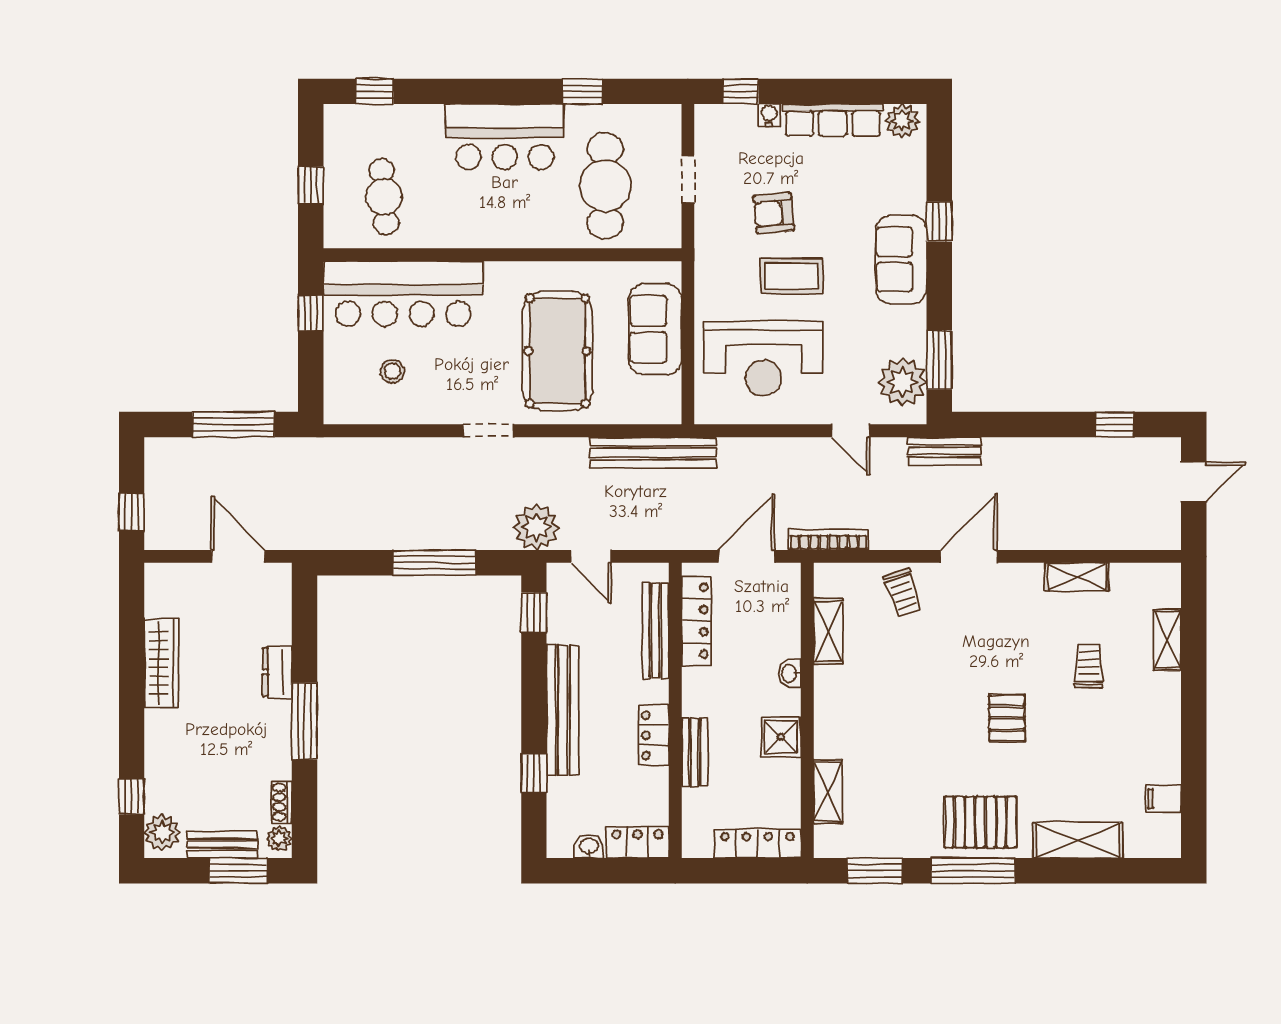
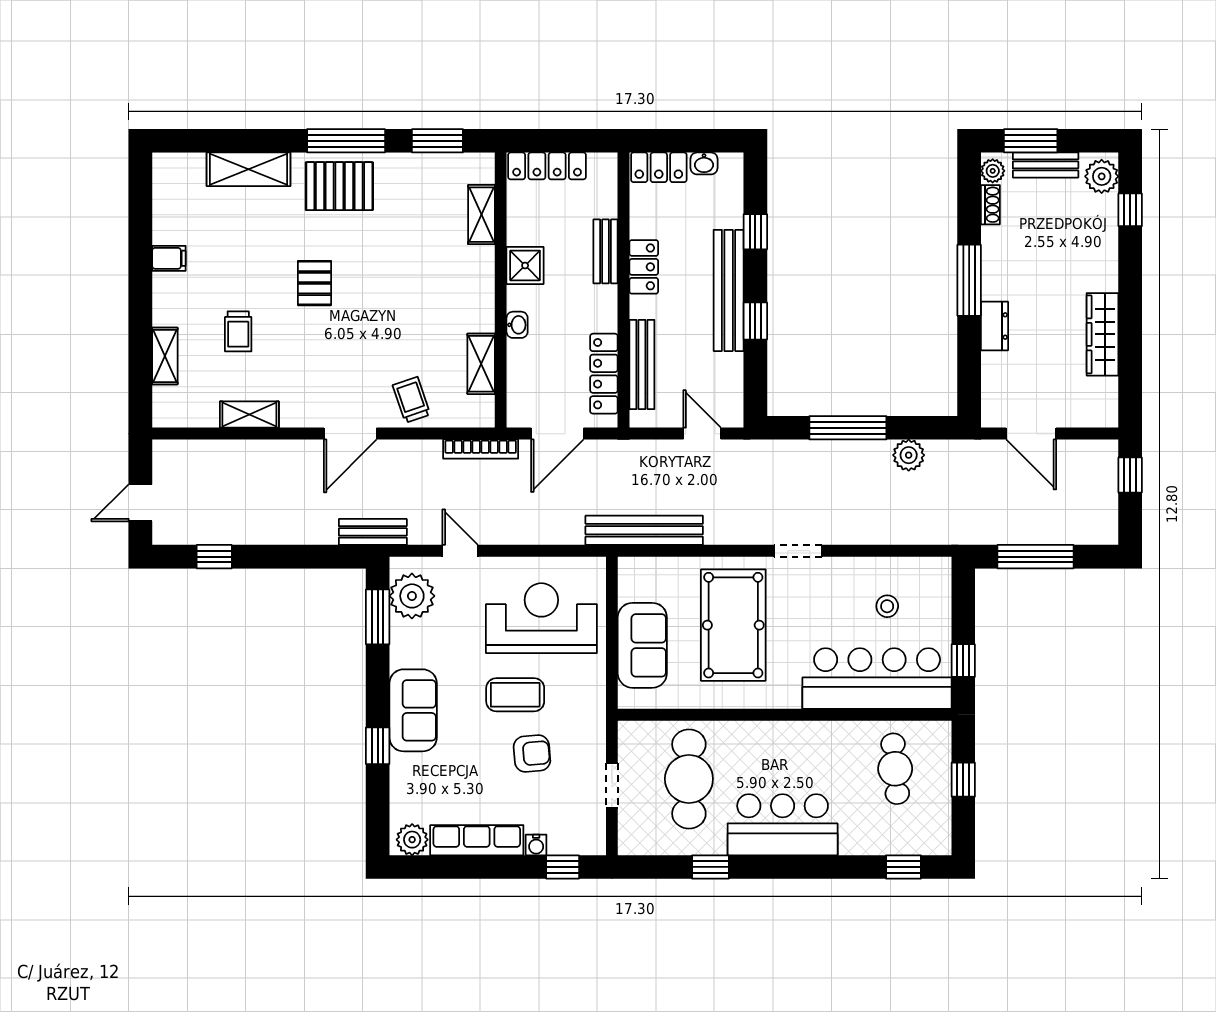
plant: (536, 527) -> (909, 455), moved, width x0.73, depth x0.73
window: (534, 613) -> (755, 321), moved
filing cabinet: (1163, 799) -> (169, 258), moved

